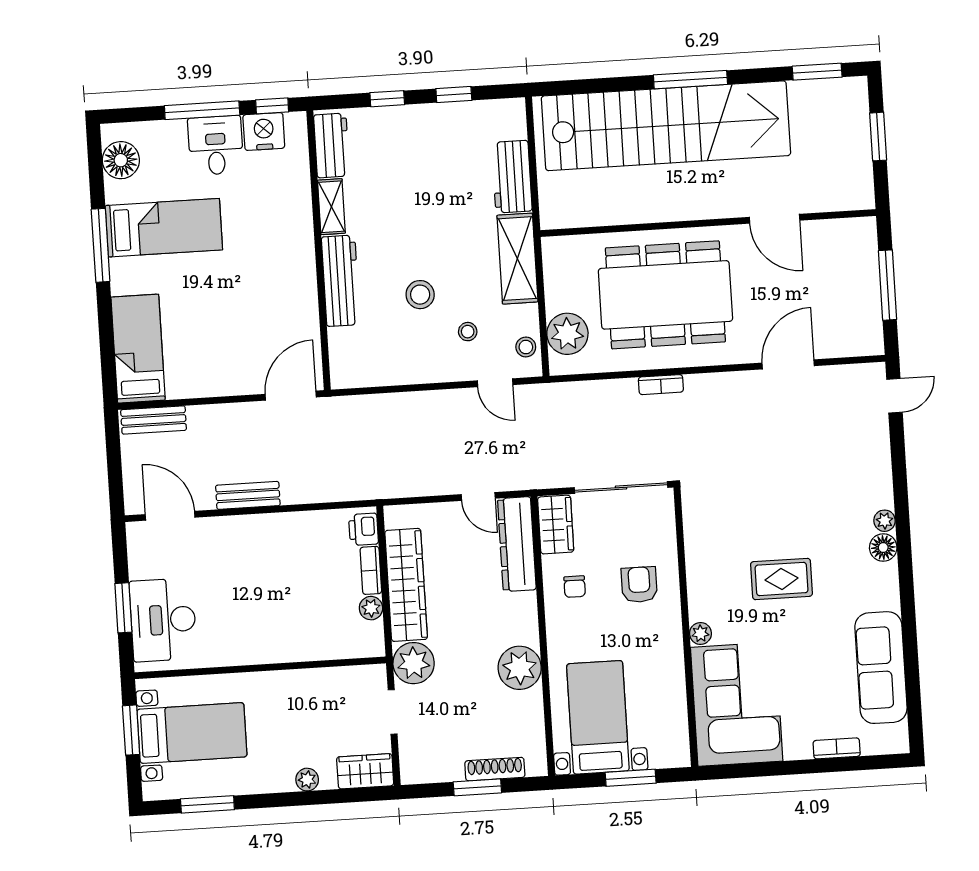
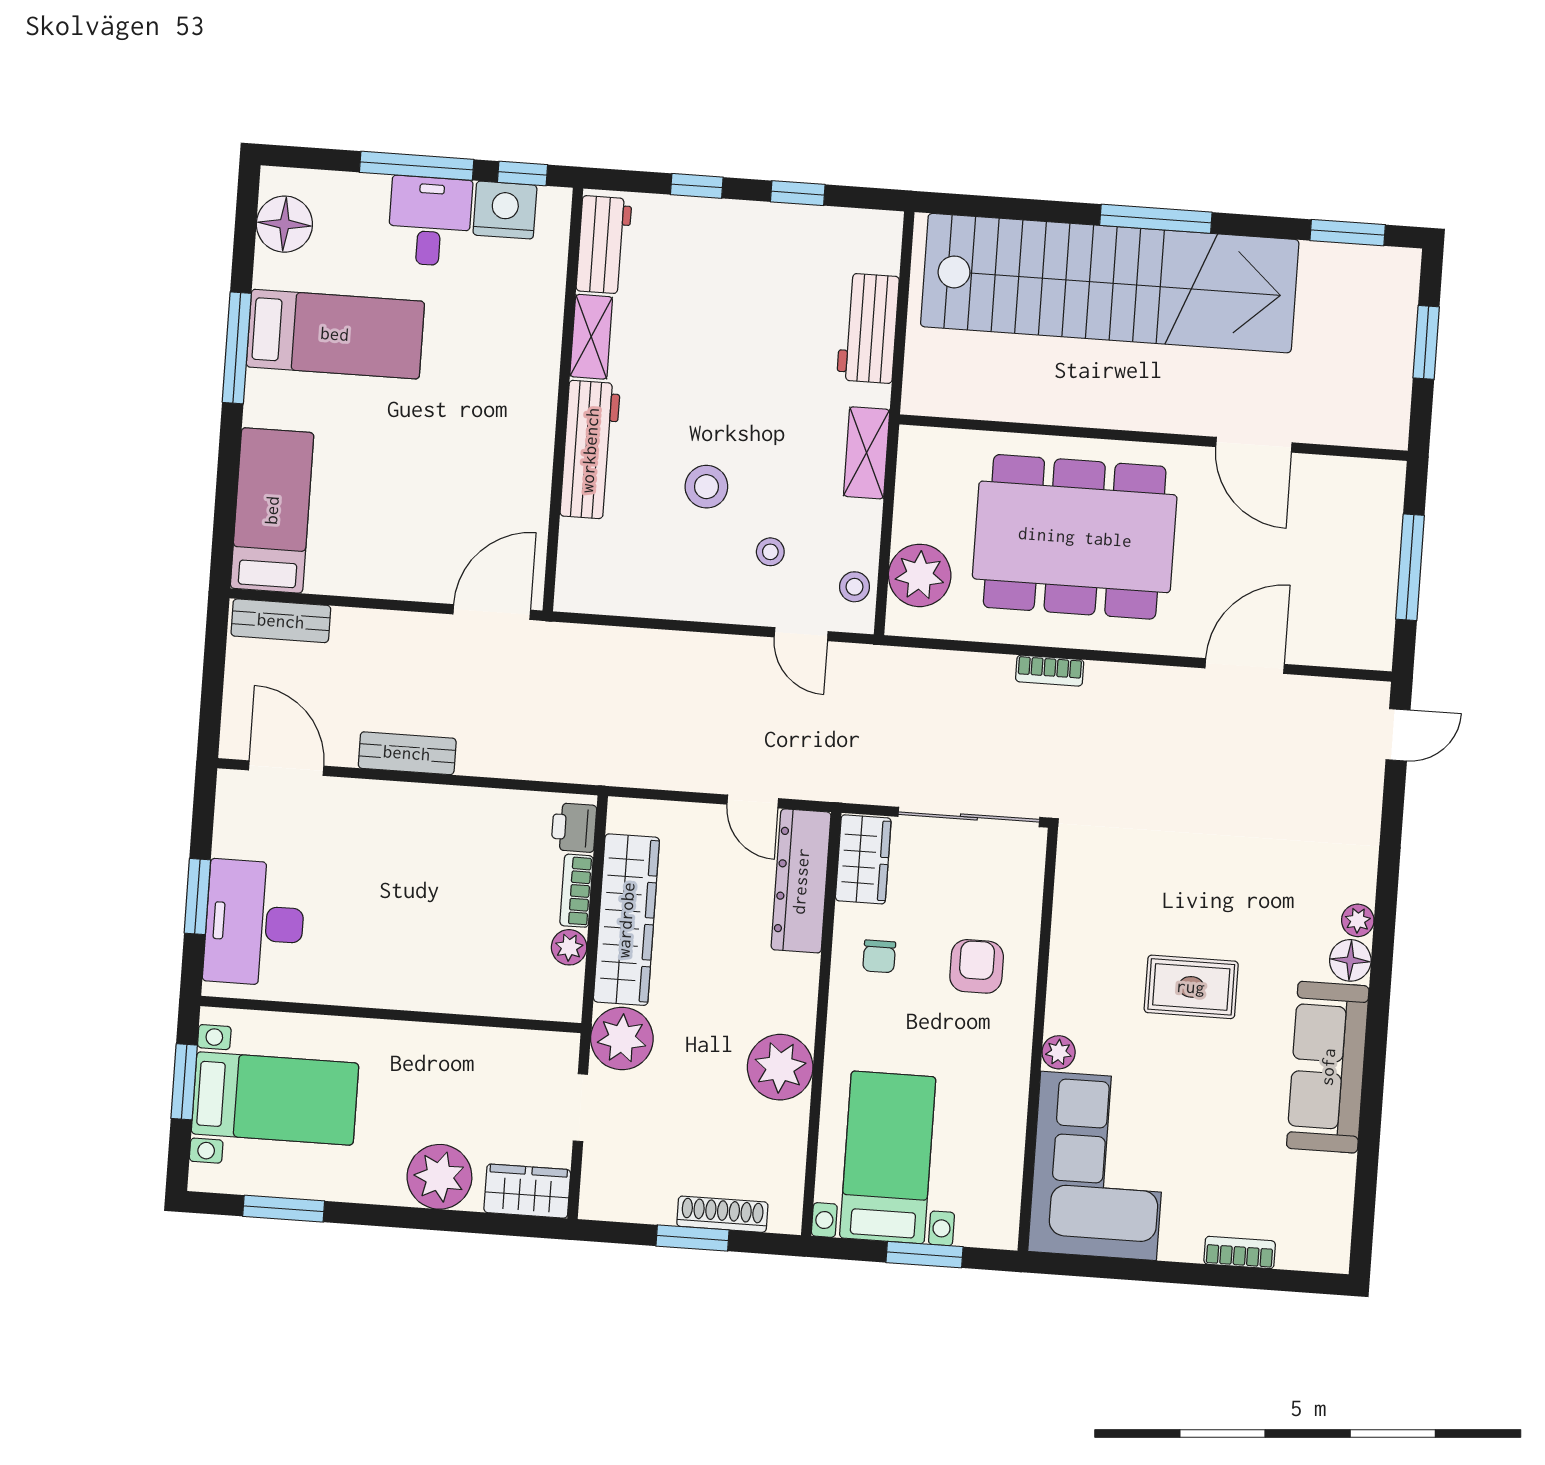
shelving: (517, 259) -> (867, 453), width x0.67, depth x0.75
sofa: (881, 668) -> (1328, 1067), moved
plant: (307, 780) -> (439, 1177), width x1.87, depth x1.87

